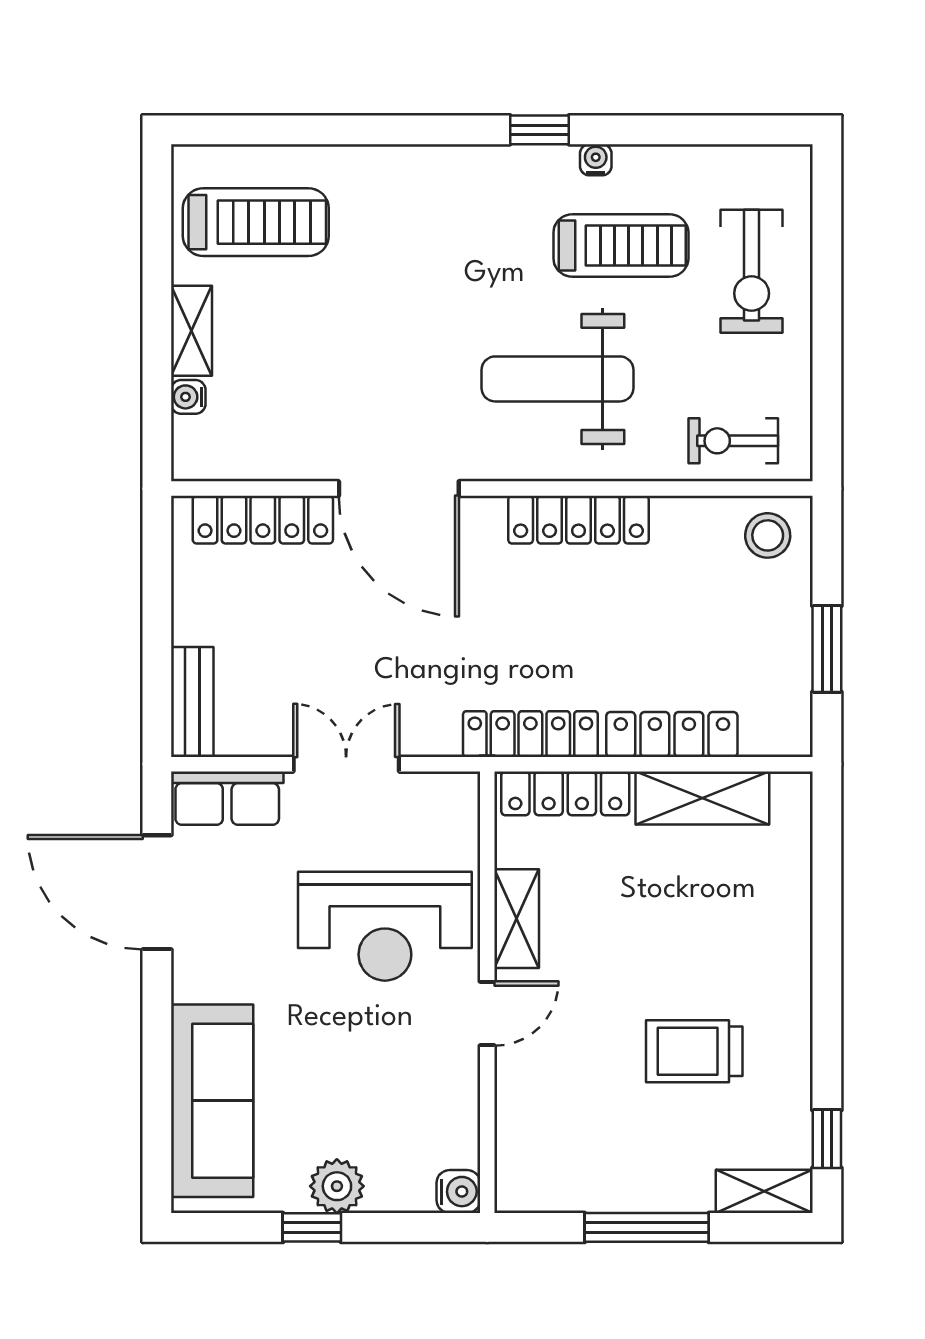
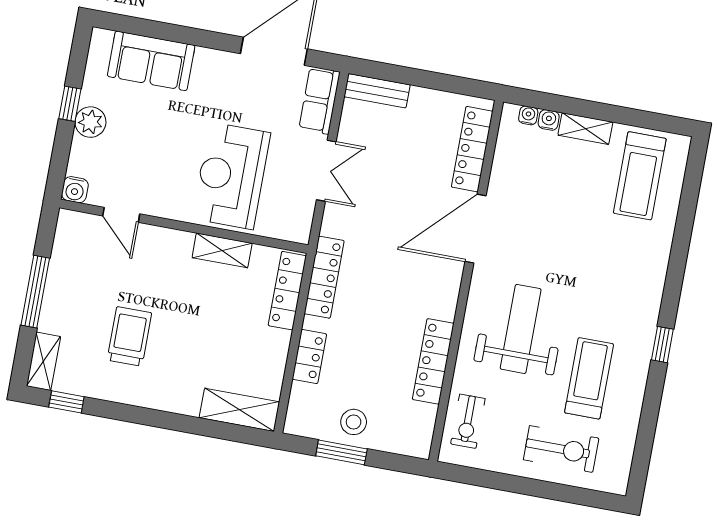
water cooler: (596, 160) -> (528, 115), moved, turned -90
treadmill: (621, 245) -> (589, 378), turned 180
exercise bike: (752, 271) -> (561, 449), turned 180
exercise bike: (733, 441) -> (468, 421), turned 180
locker: (579, 520) -> (433, 361), moved
stool: (768, 535) -> (354, 422), moved
locker: (672, 734) -> (309, 357), width x0.66
shelving: (702, 798) -> (239, 410), moved, turned 90
door: (487, 1013) -> (121, 215), moved
sofa: (212, 1101) -> (151, 61), width x0.73

